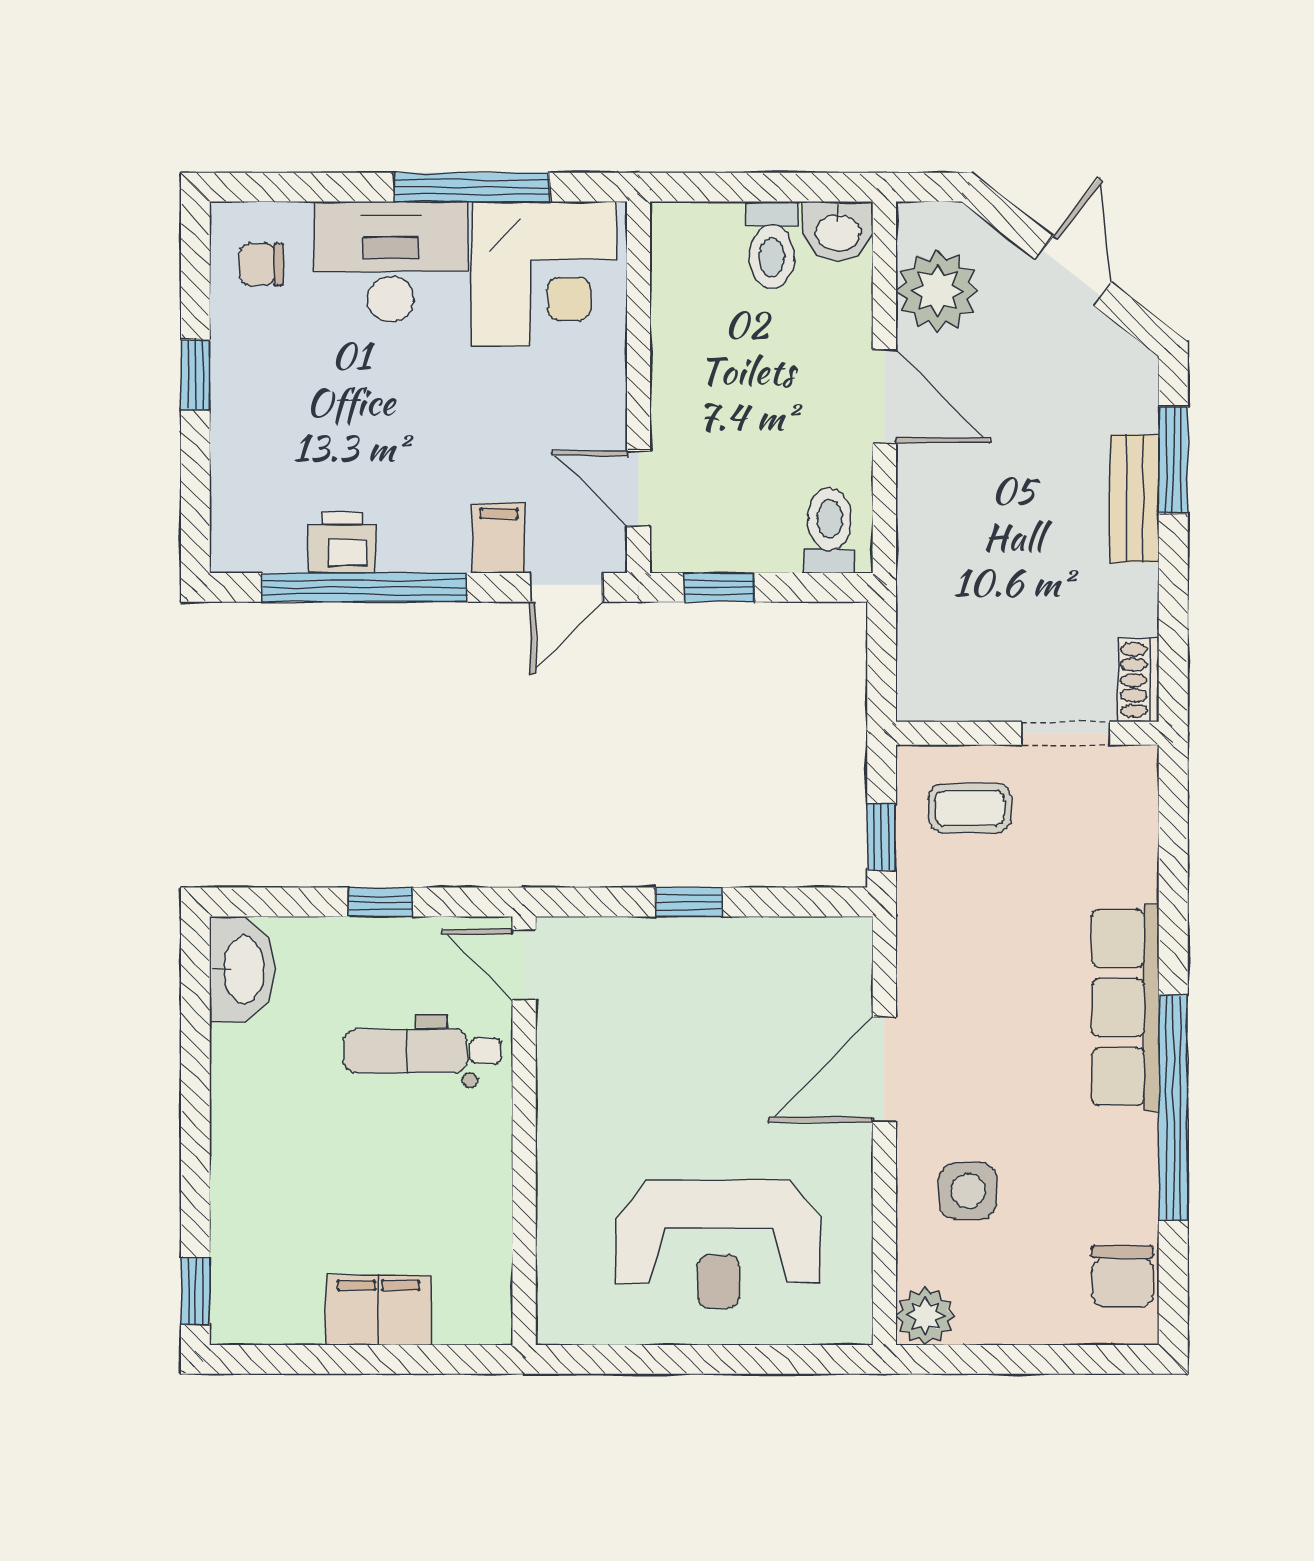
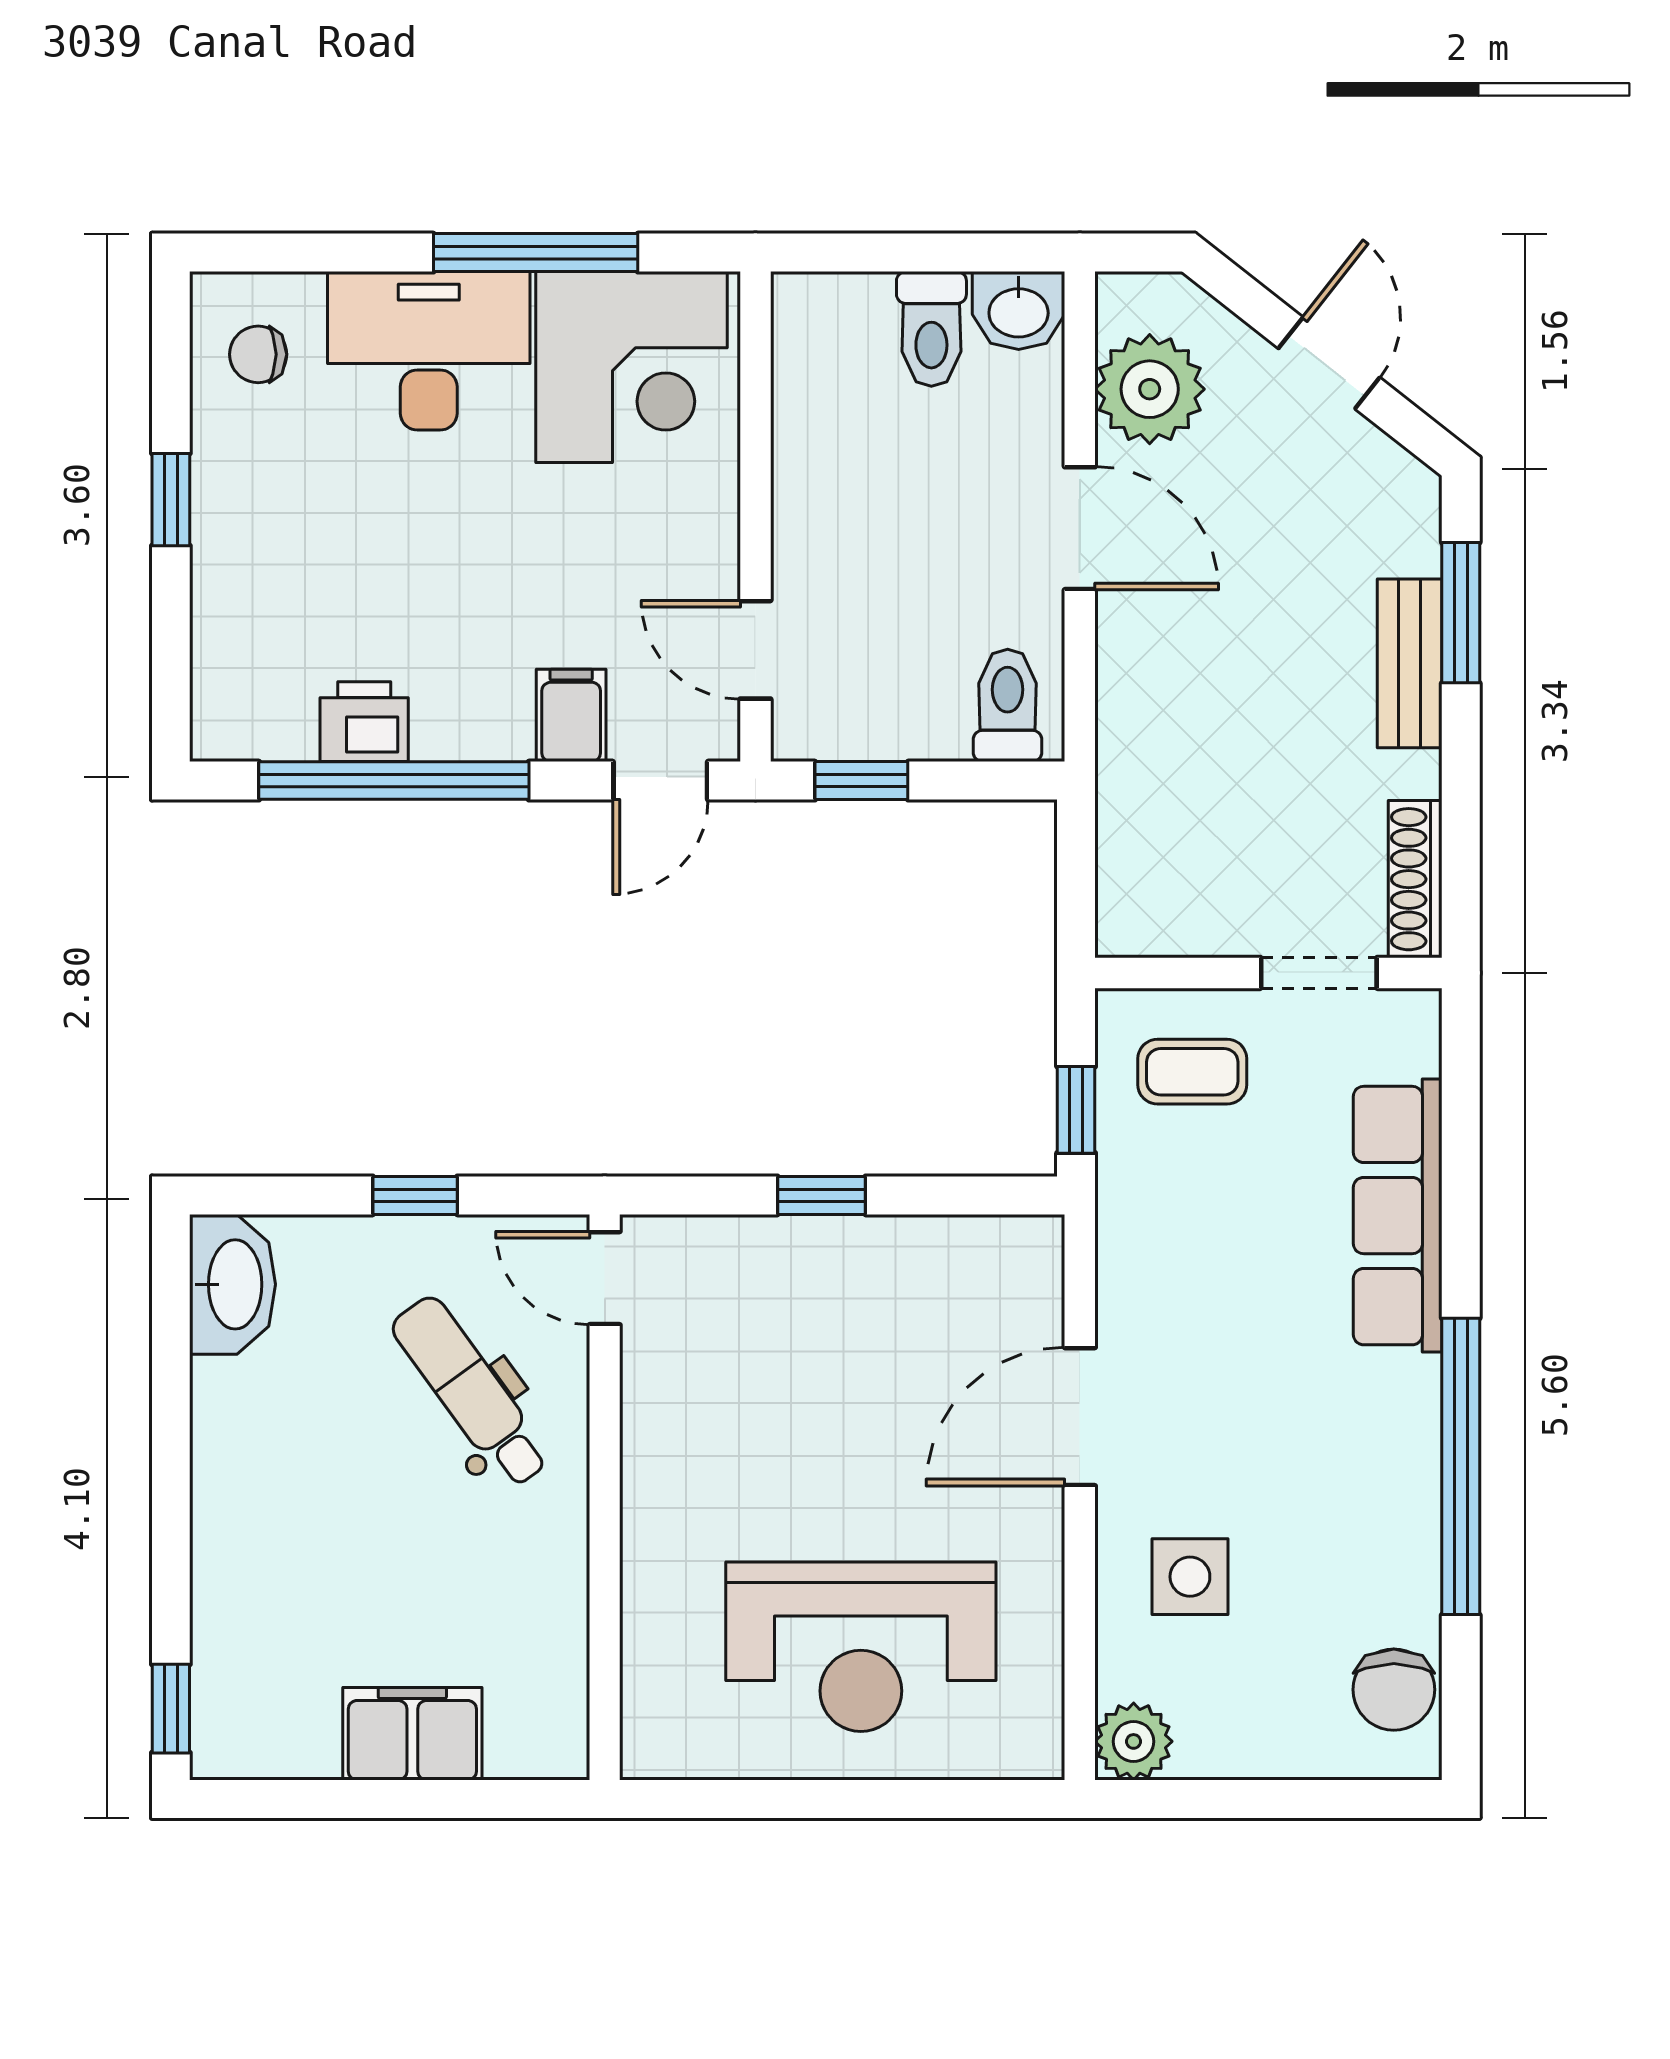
shoe rack: (1139, 680) -> (1415, 879), width x1.43
row of seats: (1125, 1008) -> (1398, 1216), moved
dental chair: (423, 1051) -> (471, 1392), turned 54

